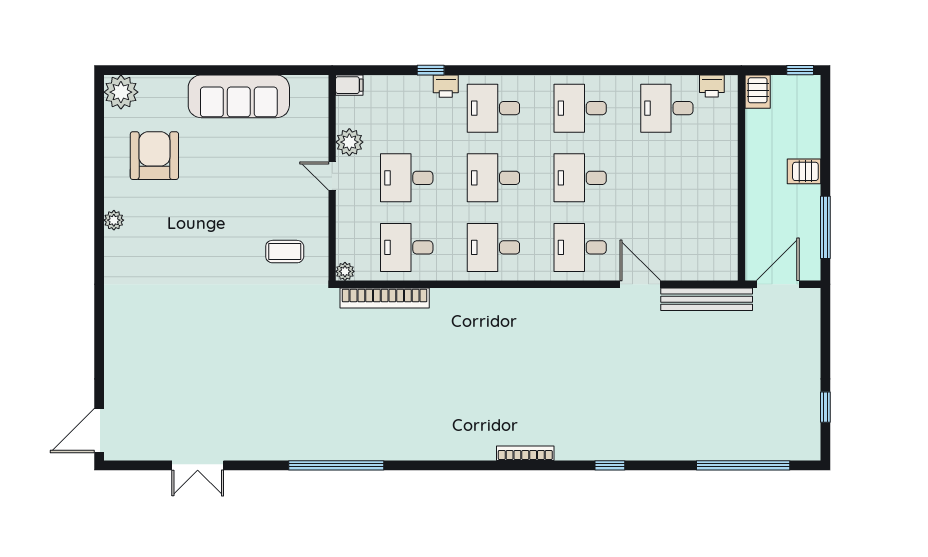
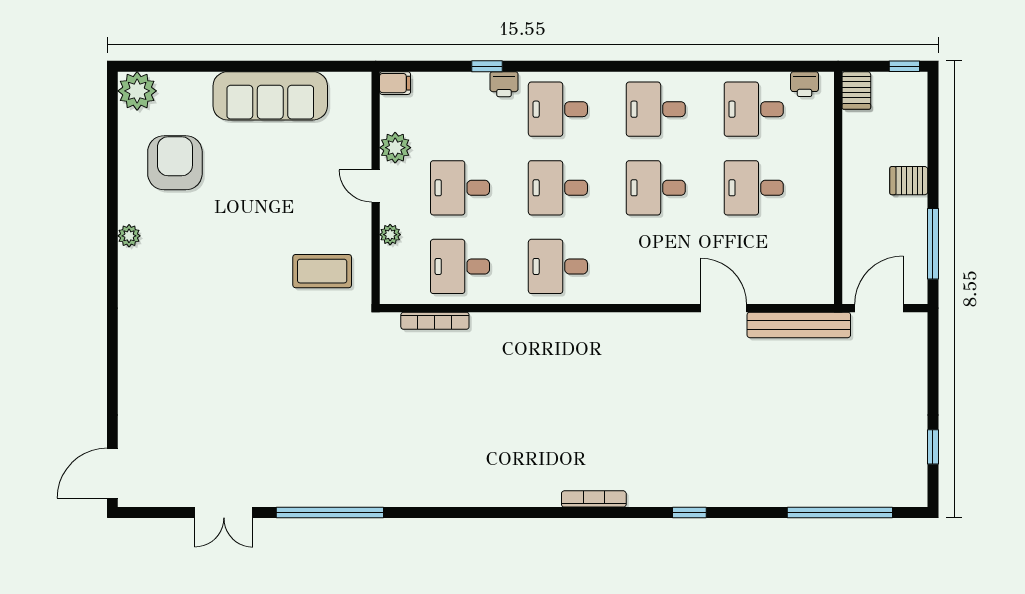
desk: (580, 247) -> (754, 188), moved
coffee table: (285, 252) -> (322, 271), width x1.36, depth x1.30
plant: (345, 271) -> (390, 235), moved
bookcase: (385, 298) -> (435, 321), width x0.68, depth x0.76
window: (336, 465) -> (330, 513), moved

